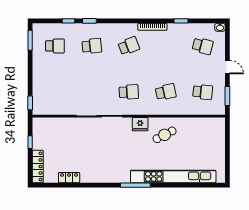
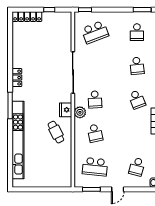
school desk: (55, 92) -> (95, 32), added
school desk: (203, 92) -> (95, 167), width x1.85
plant: (143, 108) -> (80, 112), added
locker: (69, 178) -> (17, 78), moved

